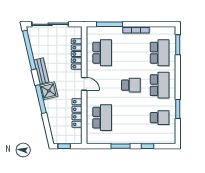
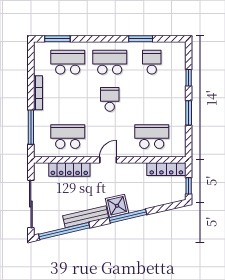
bench: (41, 71) -> (86, 217), width x1.36
locker: (77, 113) -> (166, 169), moved

